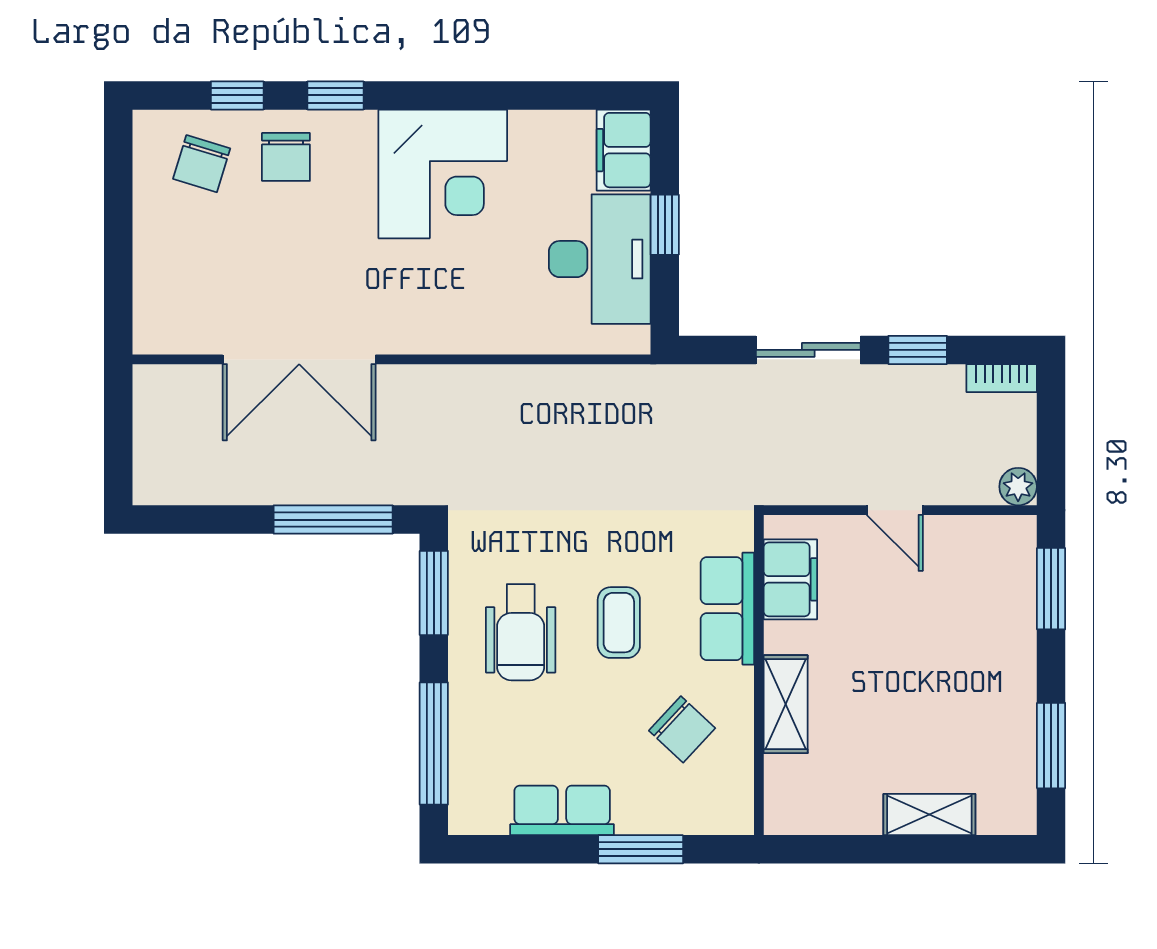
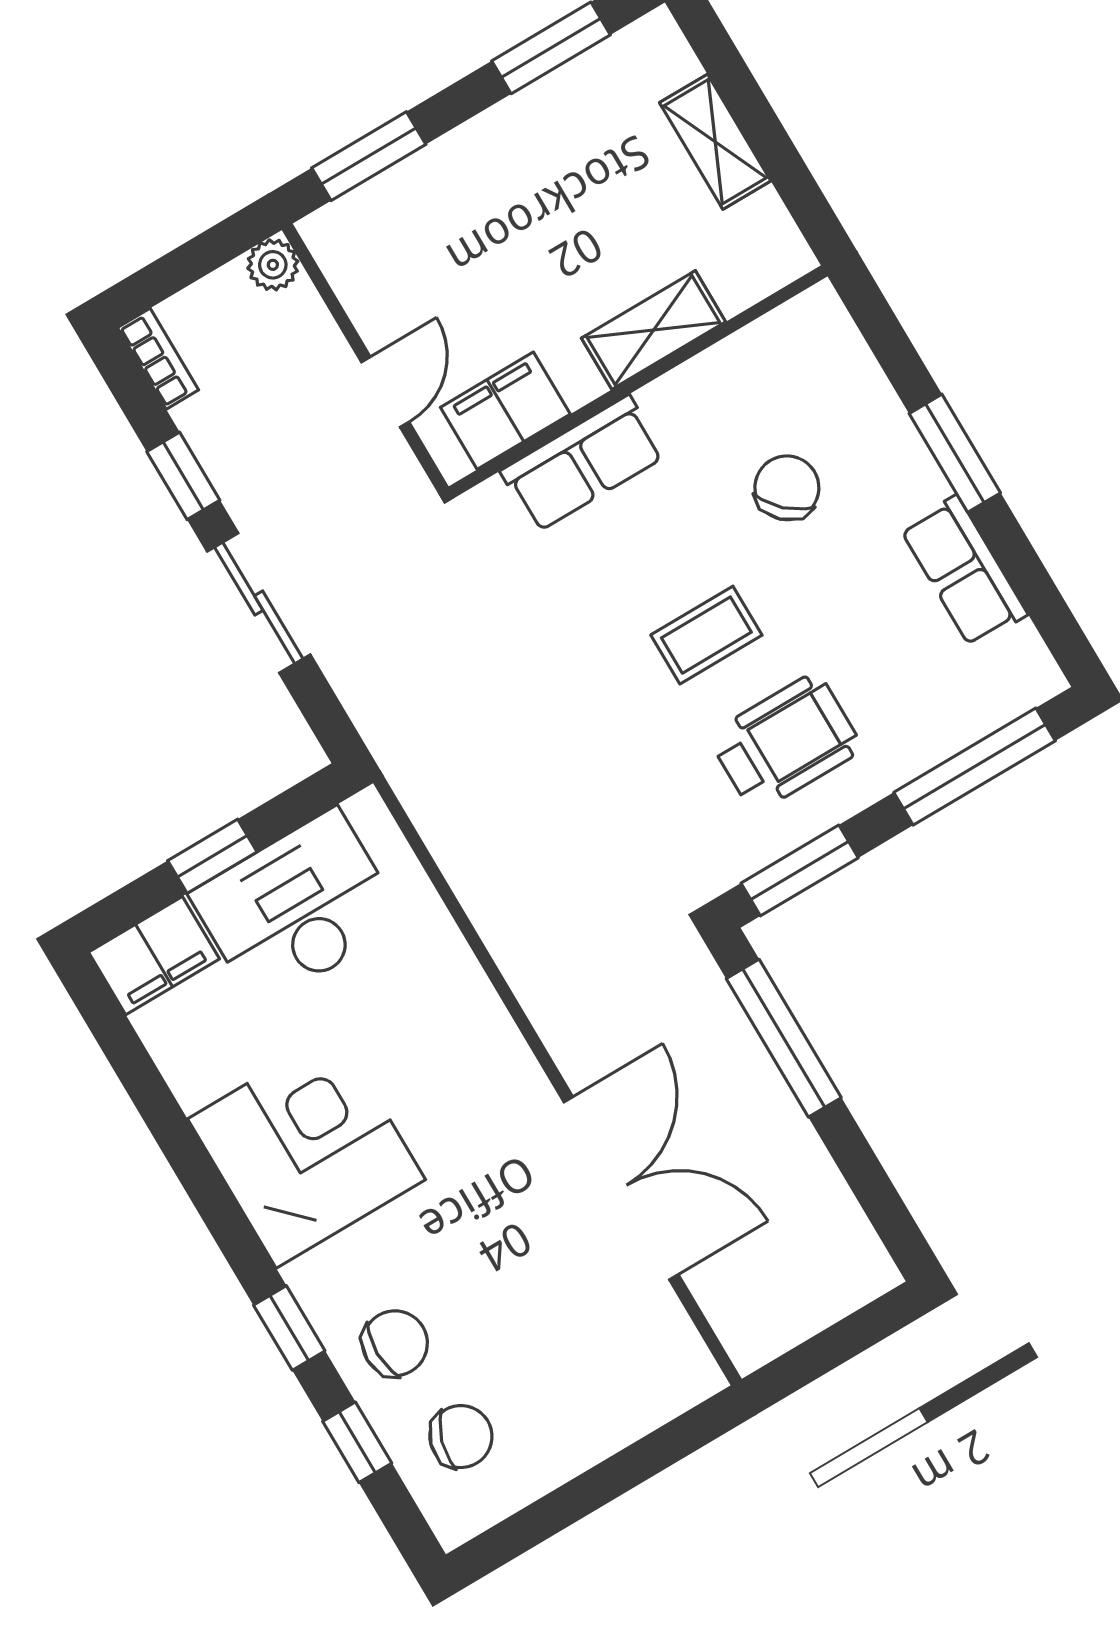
filing cabinet: (790, 579) -> (505, 411), moved
row of seats: (727, 609) -> (583, 464), moved
wall: (759, 675) -> (638, 381), moved
shelving: (786, 704) -> (654, 330), moved

